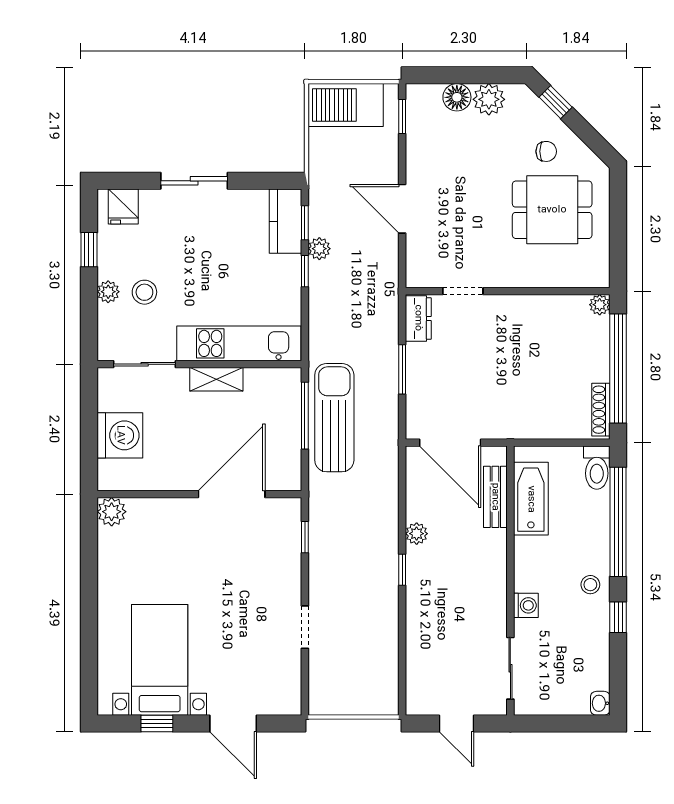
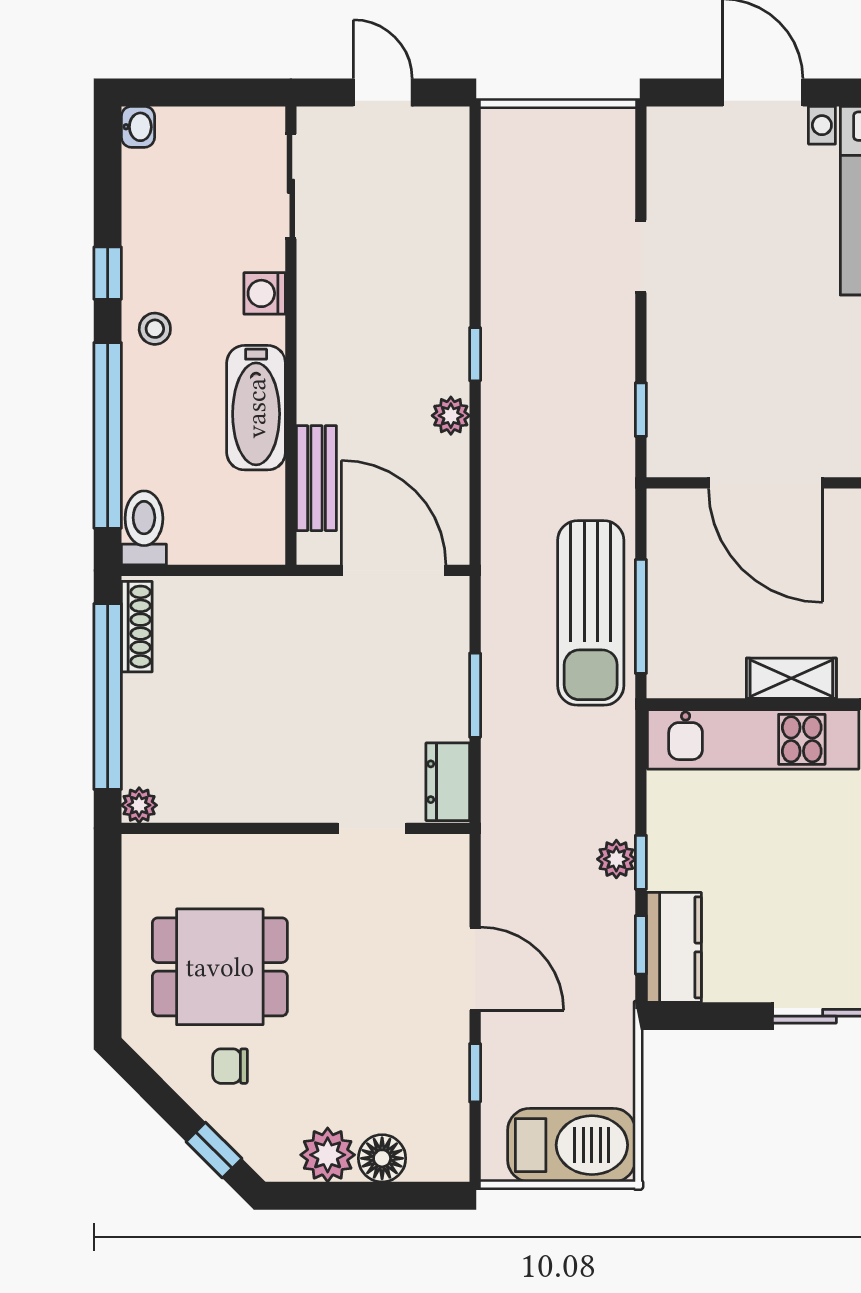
window: (402, 117) -> (475, 1073), moved
plant: (319, 249) -> (616, 859), moved
door: (232, 494) -> (766, 483), hinge flipped
bathtub: (531, 499) -> (256, 408), moved

